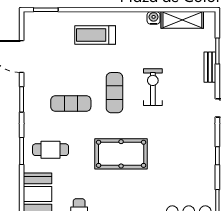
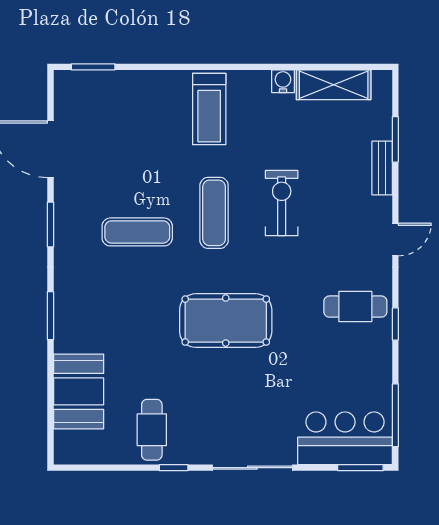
treadmill: (95, 35) -> (209, 109), moved, turned -90
cafe table: (51, 150) -> (355, 307), moved

